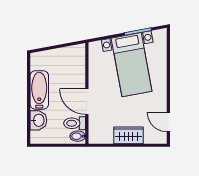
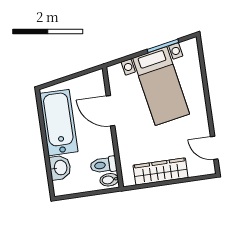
bathtub: (39, 90) -> (59, 123), width x1.36, depth x1.36
door: (87, 102) -> (111, 111), moved
wardrobe: (128, 135) -> (161, 171), width x1.50

